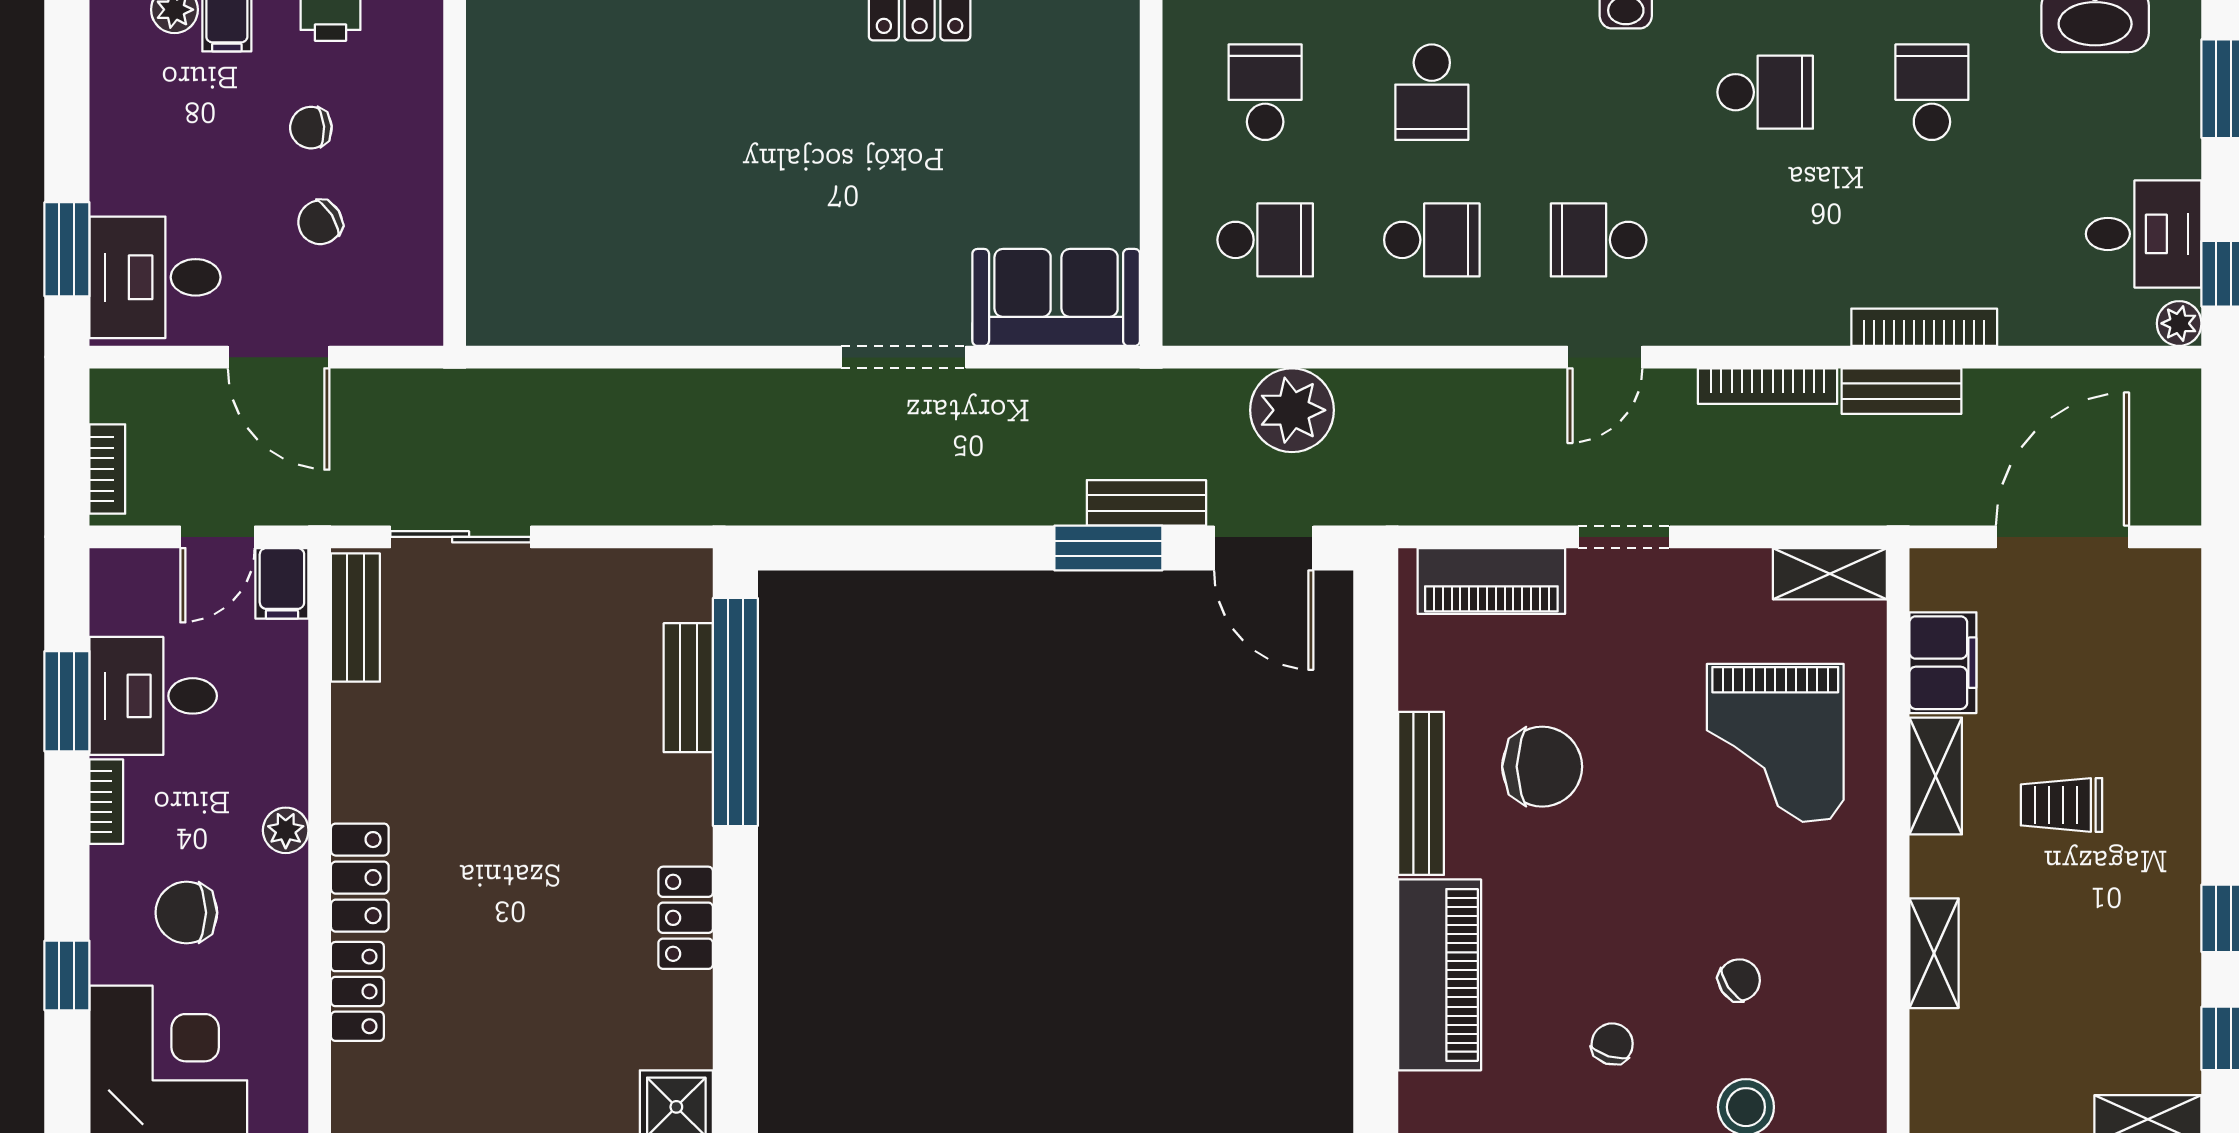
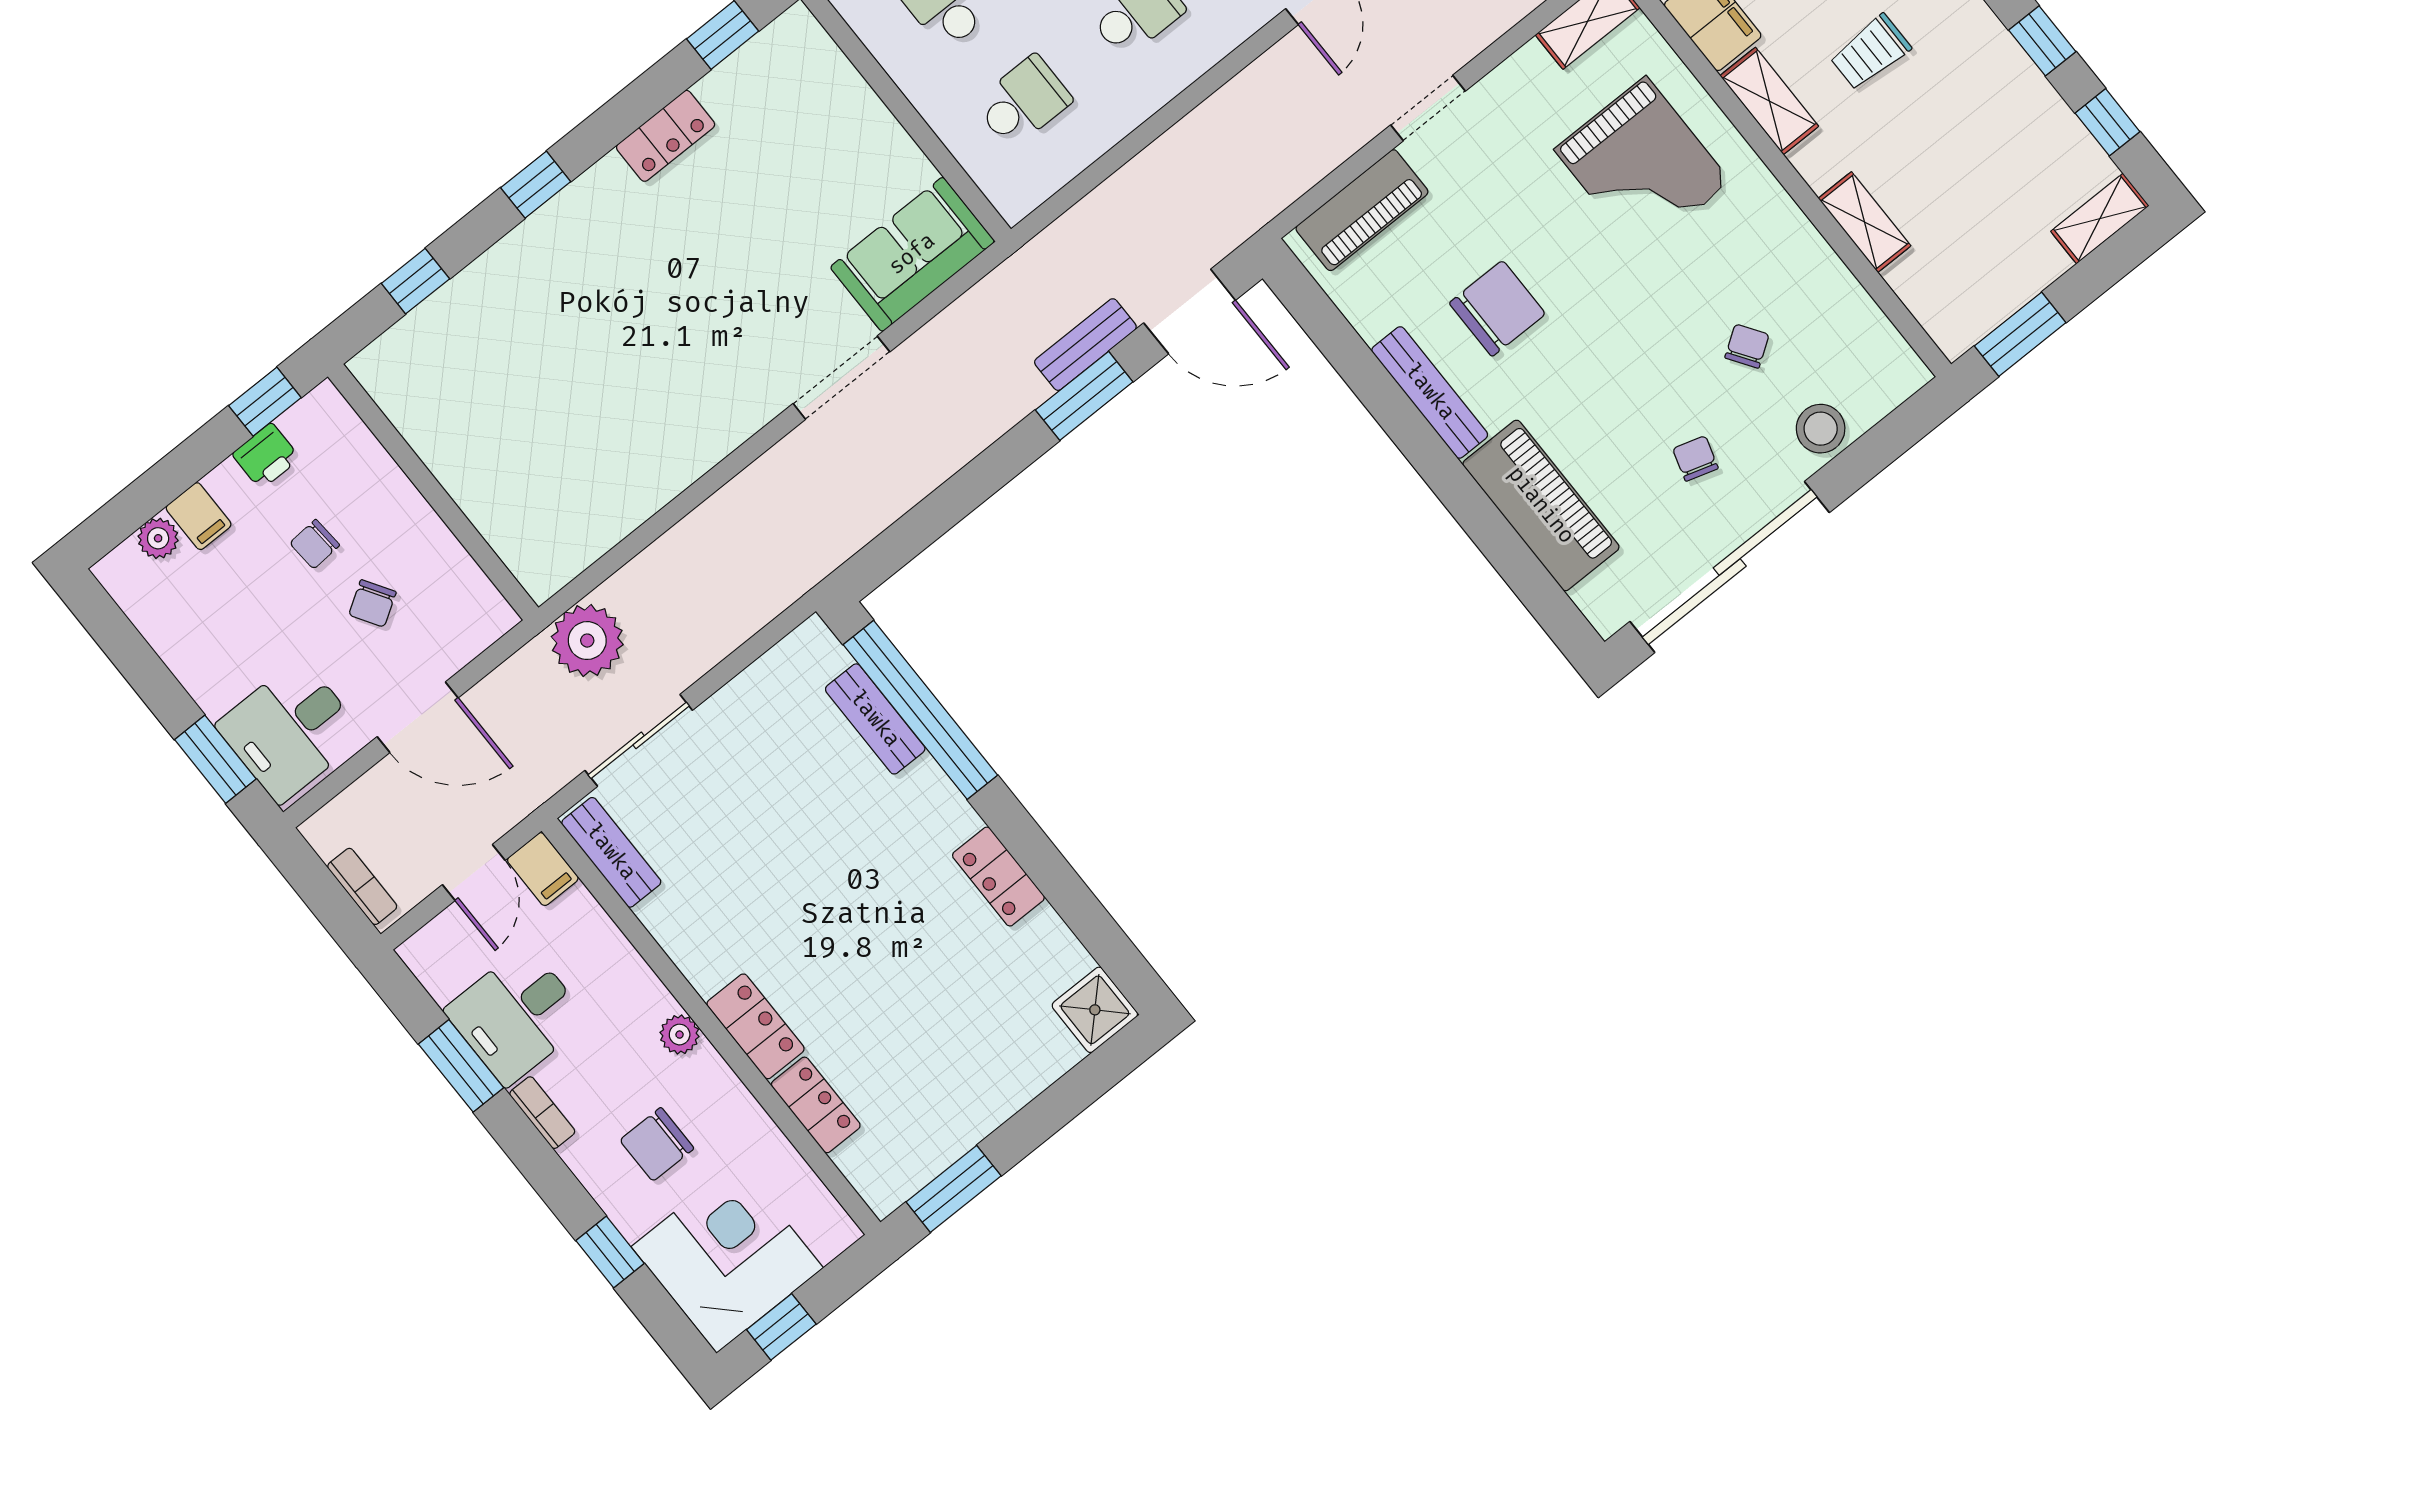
plant: (1292, 410) -> (587, 641), moved

